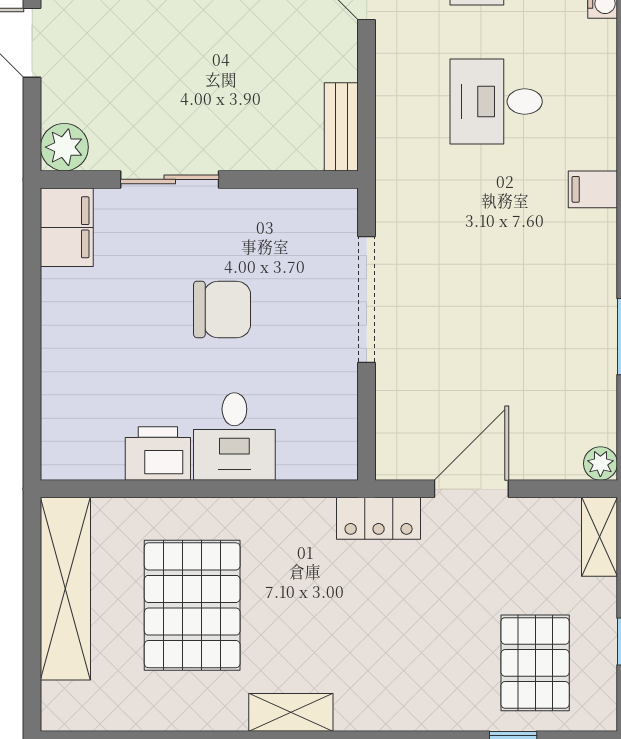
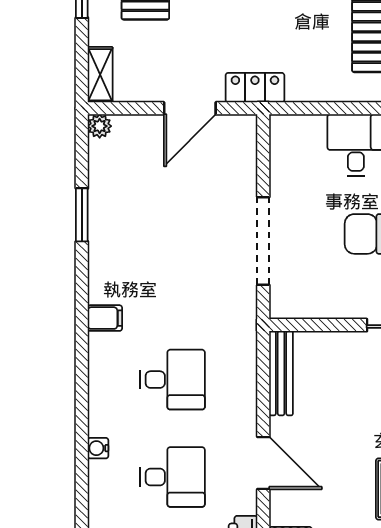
bench: (341, 127) -> (281, 373), width x1.36

